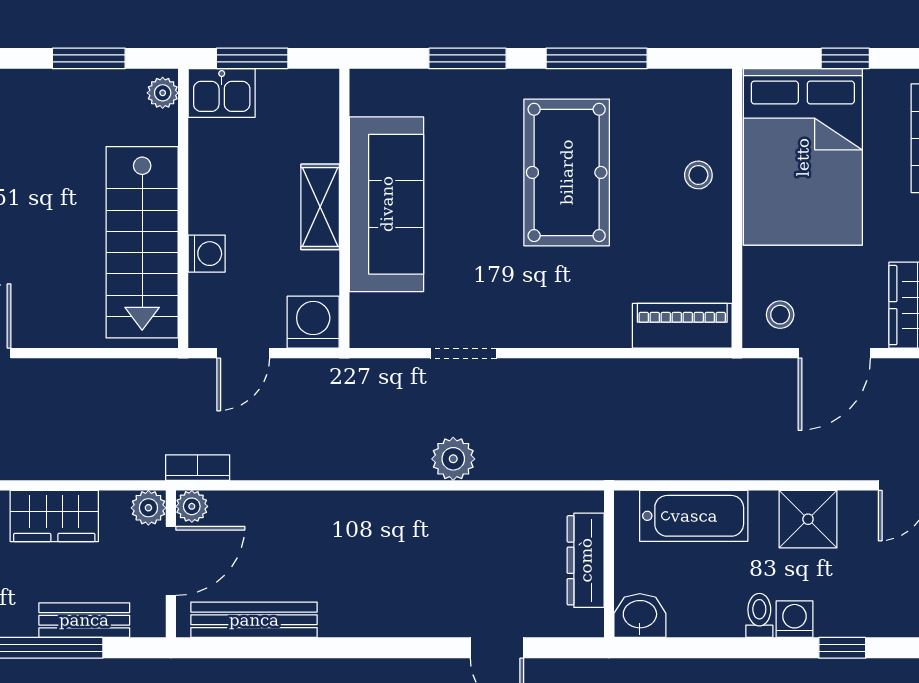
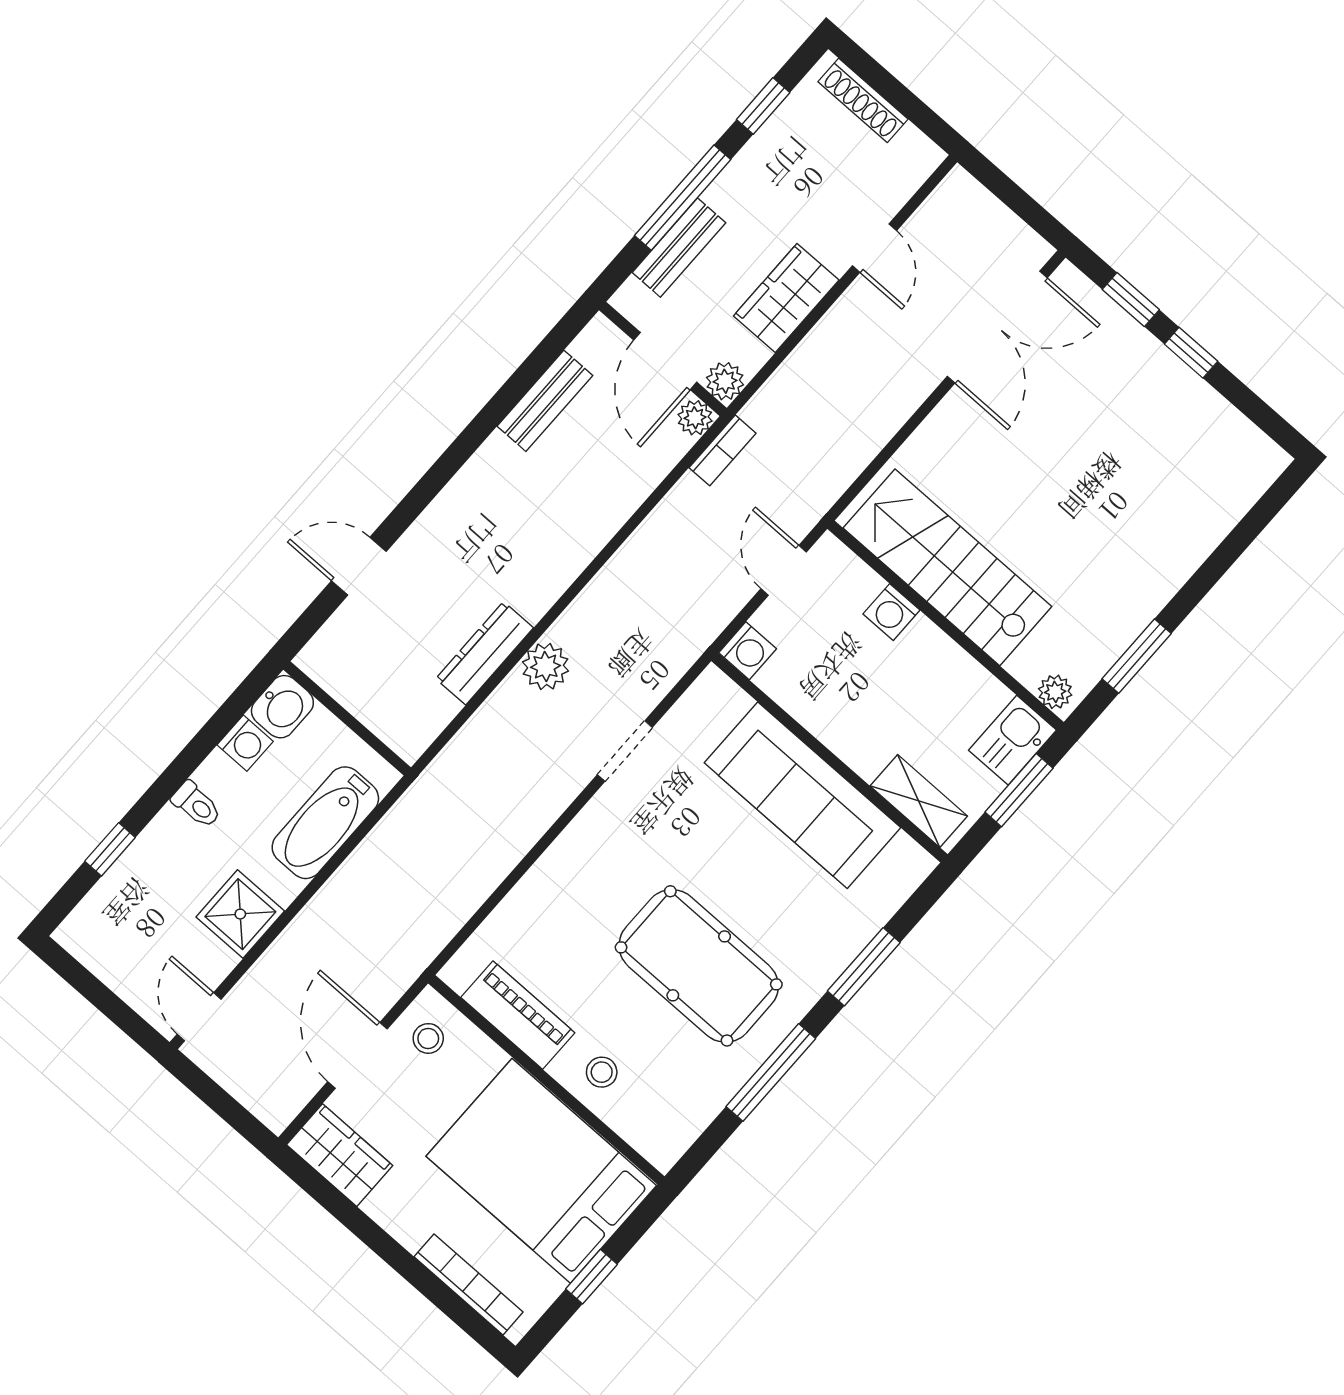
shelving: (320, 207) -> (919, 801), moved
washing machine: (313, 322) -> (748, 651), width x0.73, depth x0.73
piano: (682, 326) -> (518, 1015), moved, turned -90
dresser: (586, 560) -> (485, 653), moved, turned -90
washing machine: (795, 619) -> (245, 743), moved
bench: (254, 620) -> (545, 401), width x0.73

